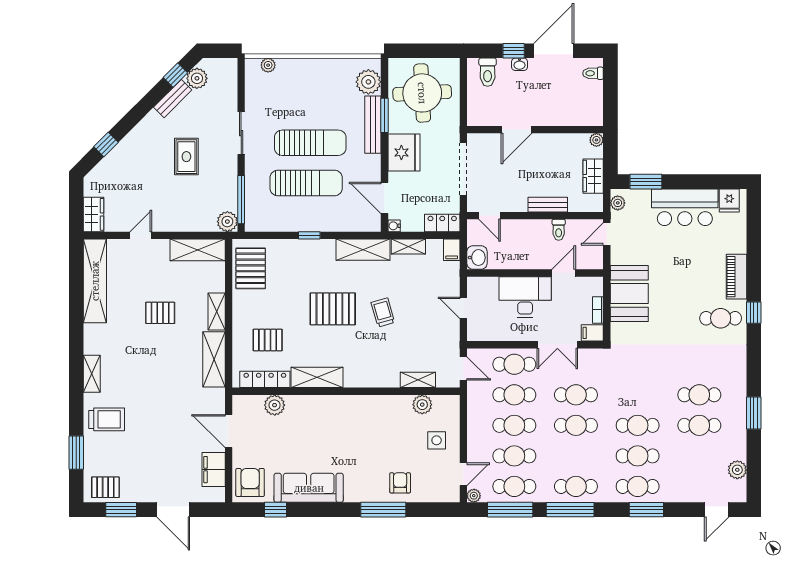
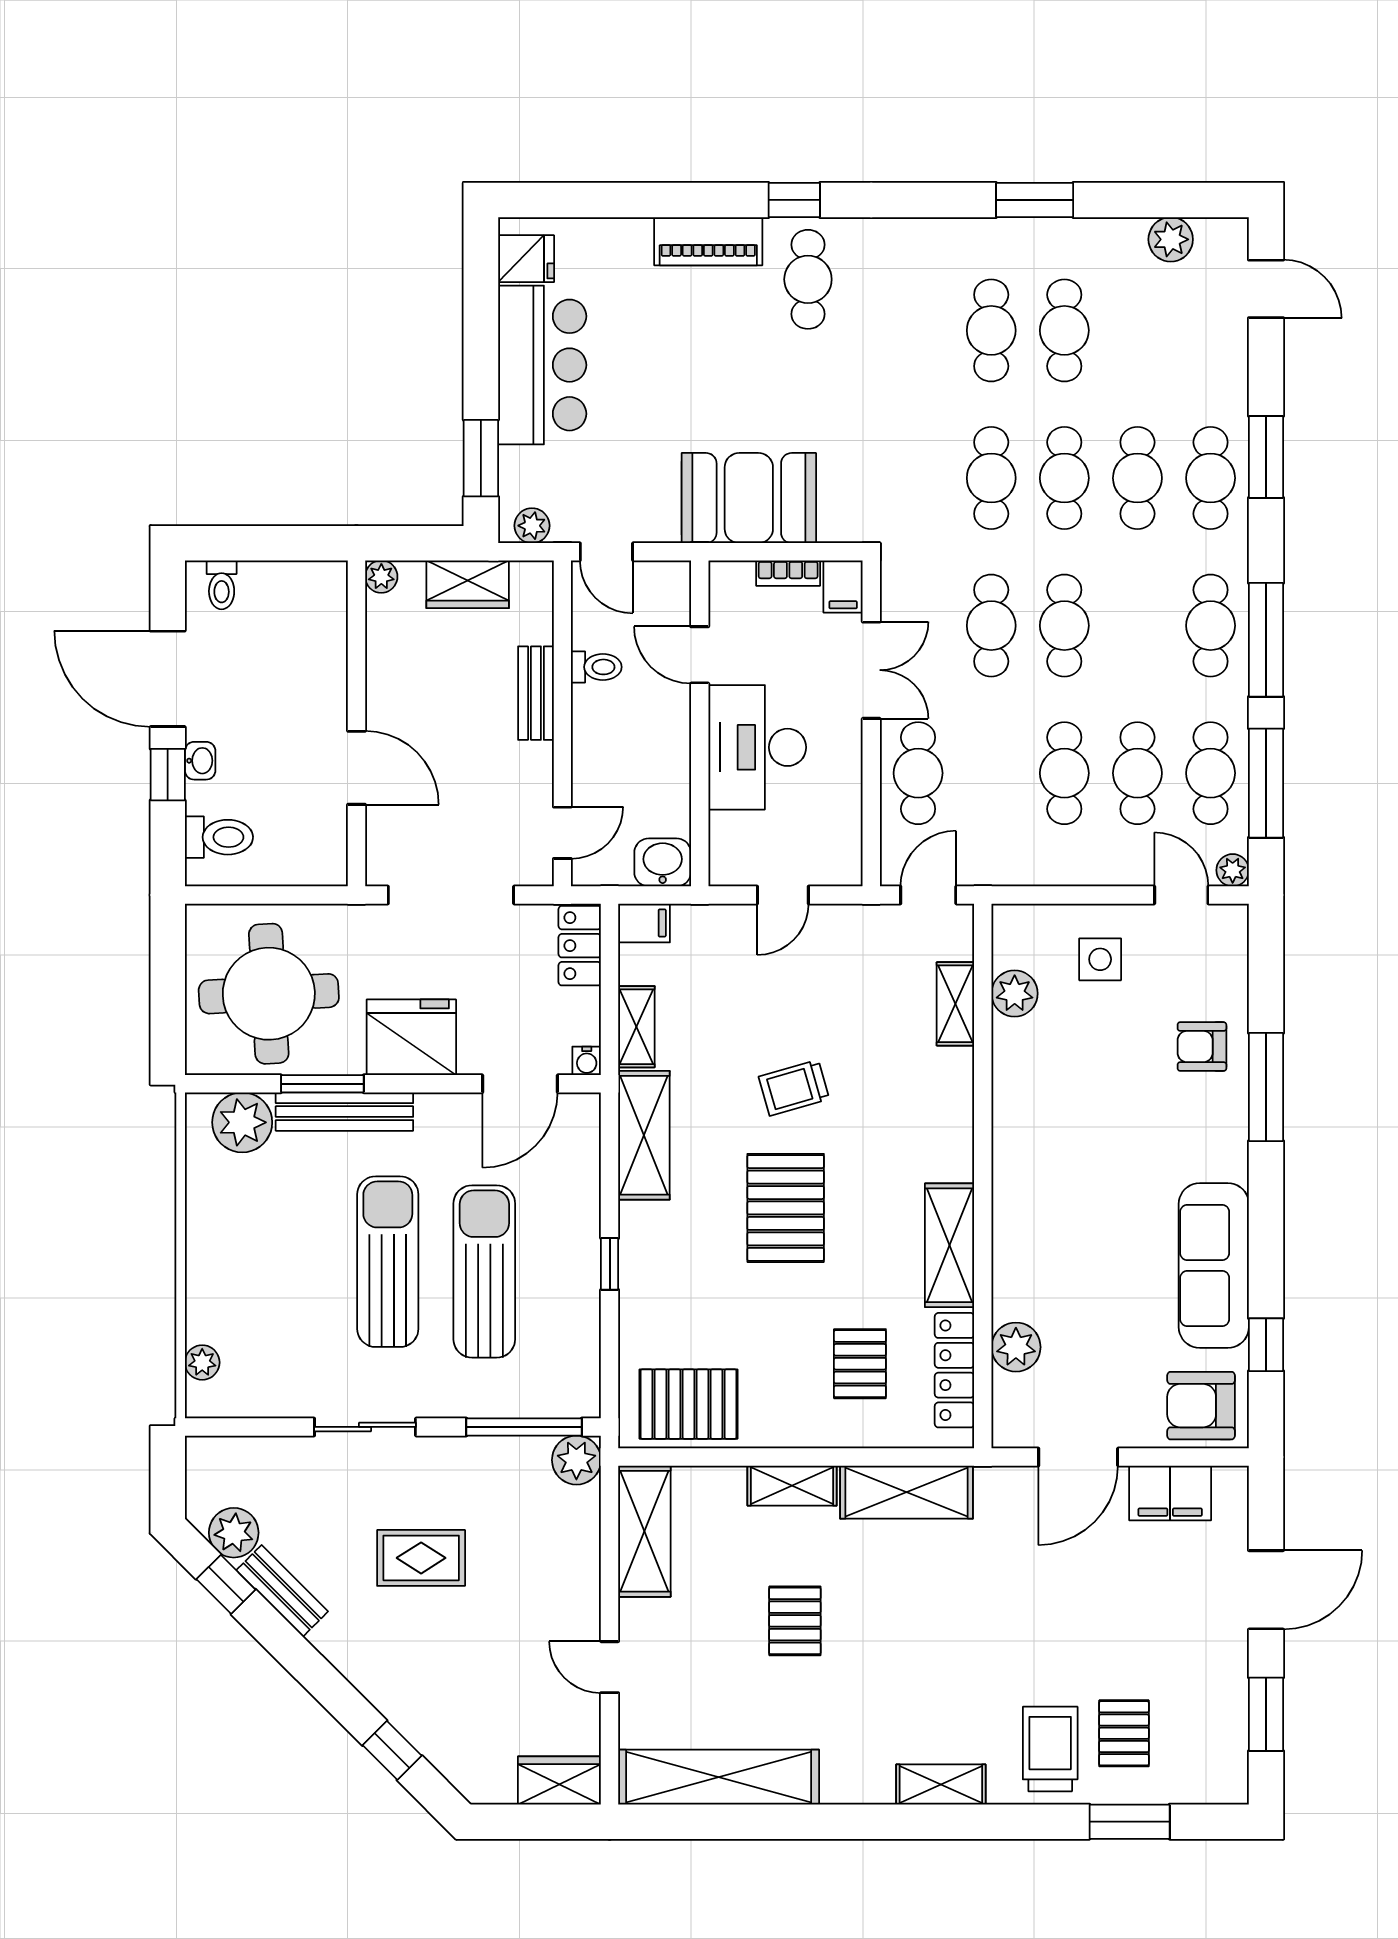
cafe table: (514, 395) -> (991, 478), moved
pallet: (105, 487) -> (1124, 1733), moved

